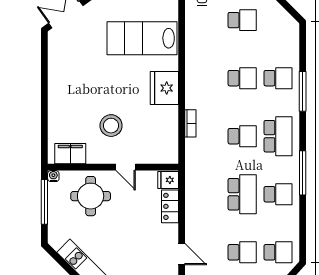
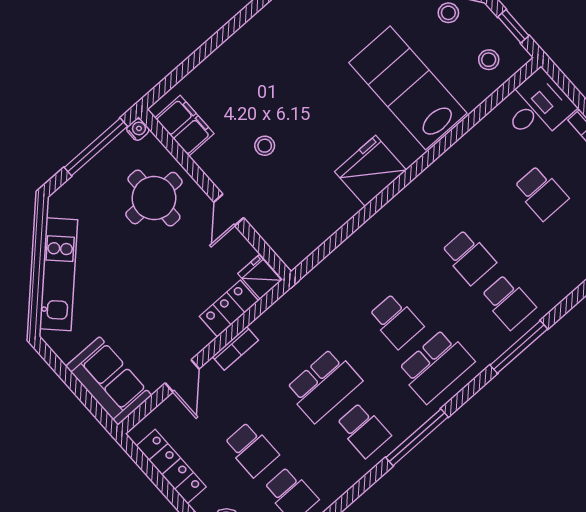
bookcase: (190, 123) -> (235, 348), moved
stool: (111, 126) -> (265, 146), width x0.53, depth x0.53

